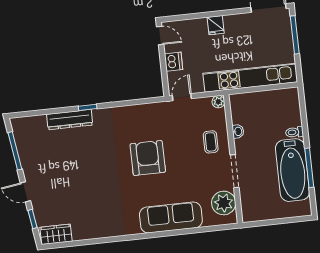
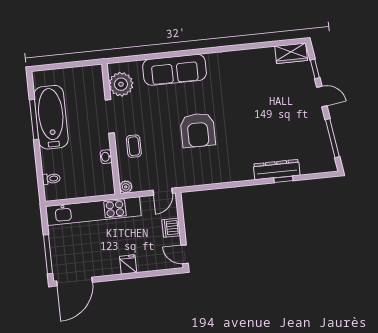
window: (88, 107) -> (283, 179), moved
toilet: (294, 132) -> (51, 179), moved

